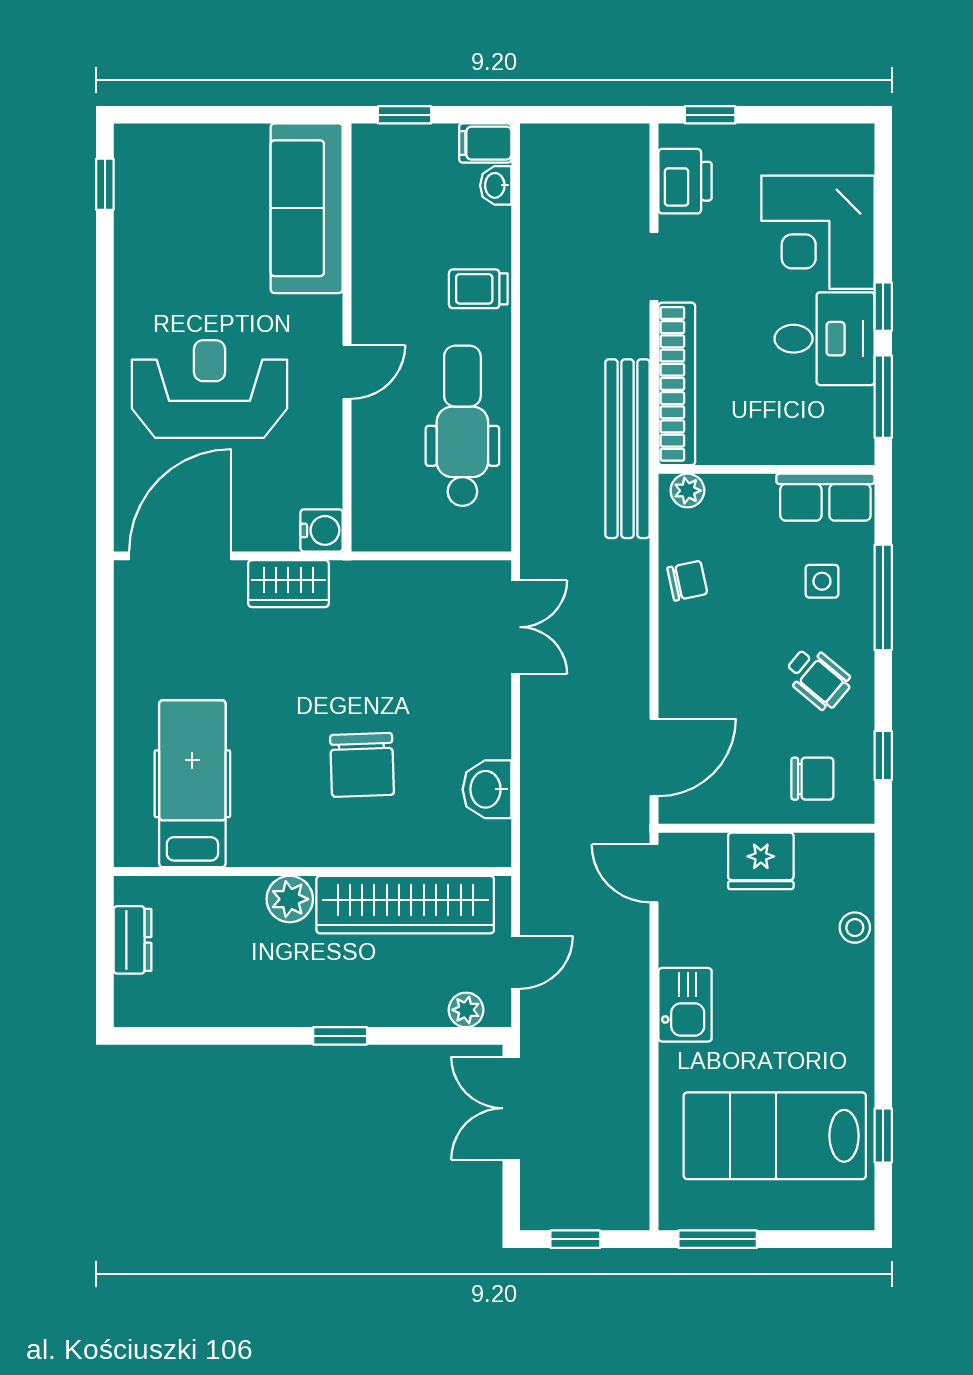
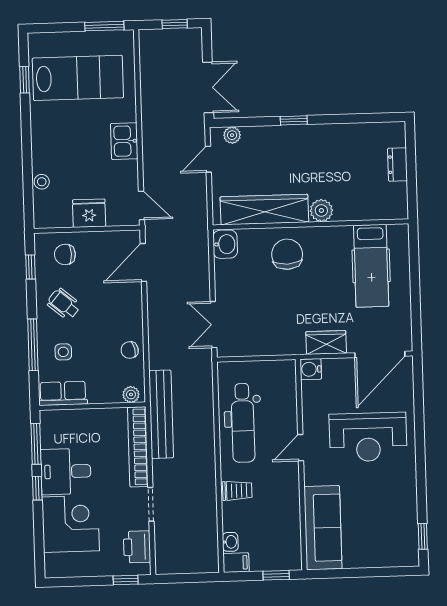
hospital bed: (192, 784) -> (371, 266), moved
wall: (312, 872) -> (311, 224), moved
plant: (290, 899) -> (321, 210), moved
wardrobe: (405, 905) -> (264, 210), moved

